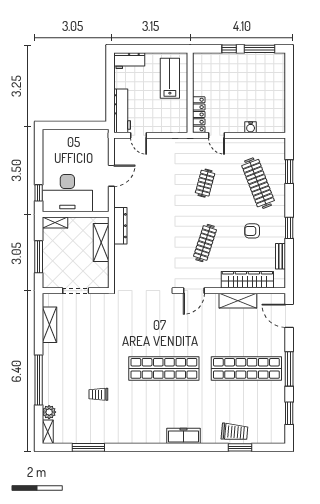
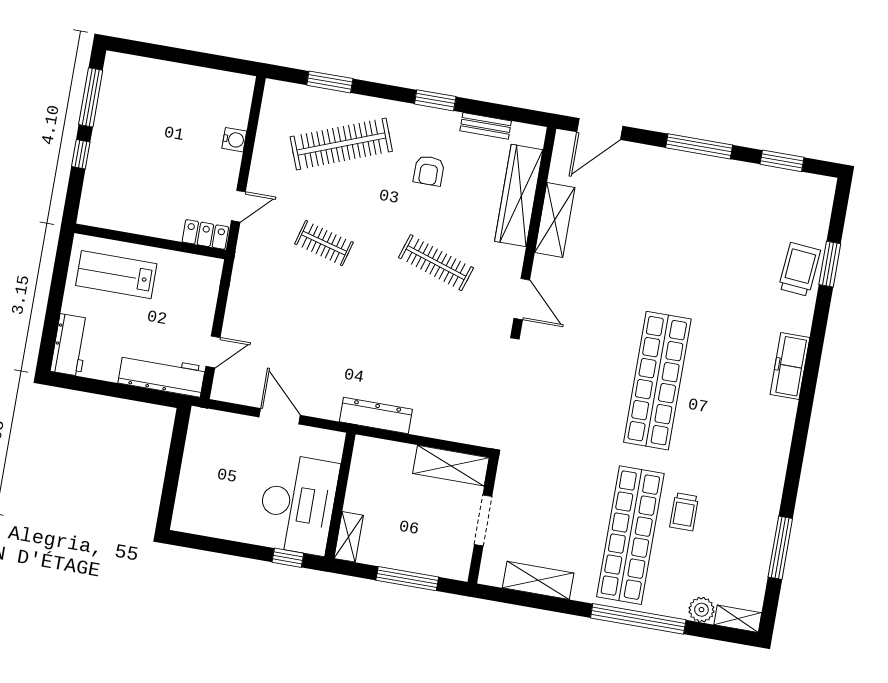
locker: (199, 114) -> (205, 234), width x0.66
shelving: (101, 243) -> (451, 466), moved
shop shelf: (246, 368) -> (630, 535), moved

